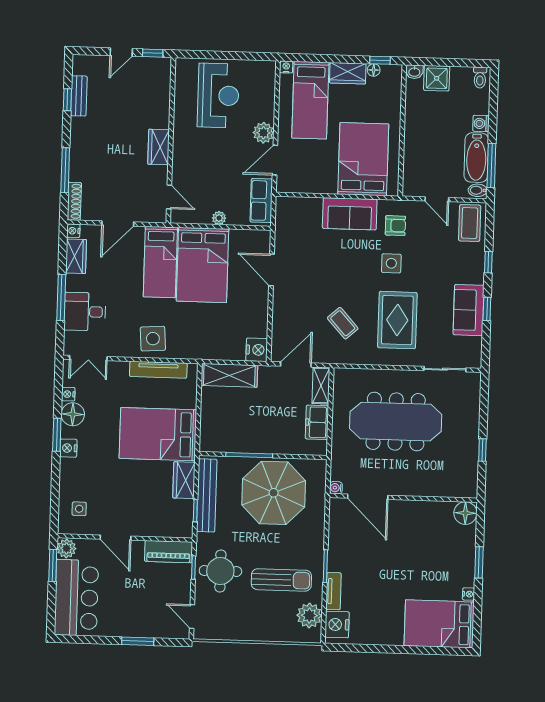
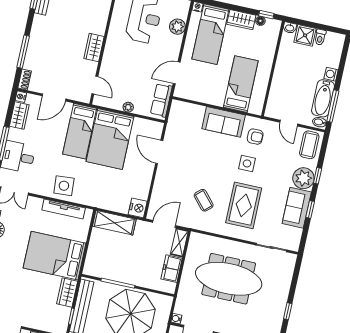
toilet: (480, 78) -> (320, 37), moved
plant: (263, 133) -> (177, 27), moved
bed: (363, 159) -> (241, 84), width x0.67
shoe rack: (74, 201) -> (25, 80), width x0.70
plant: (470, 269) -> (303, 178), added

